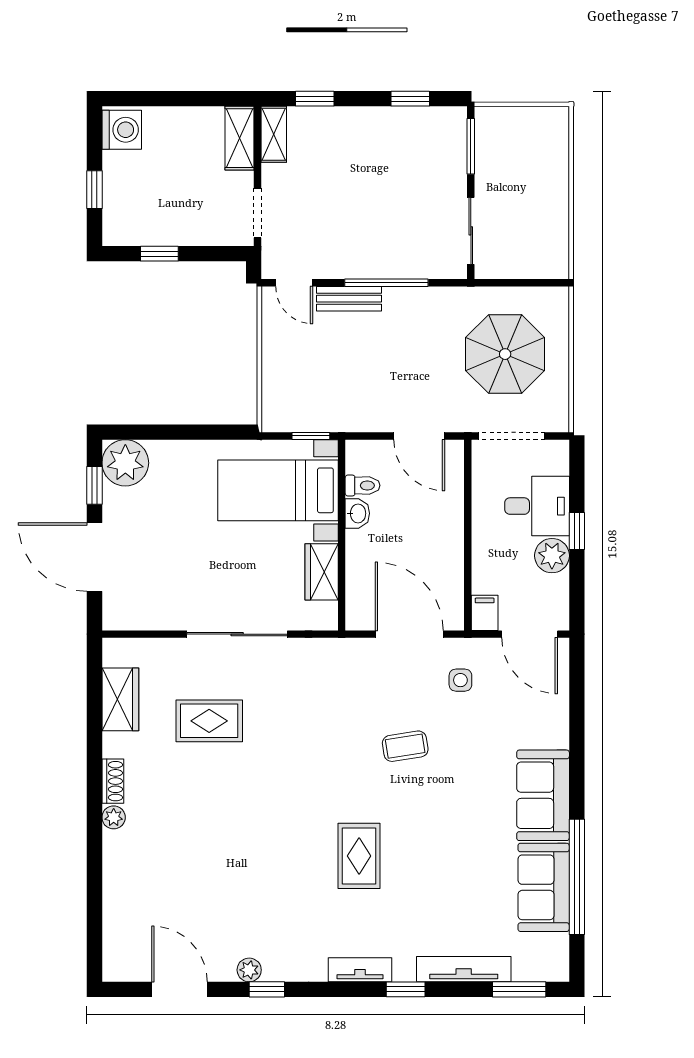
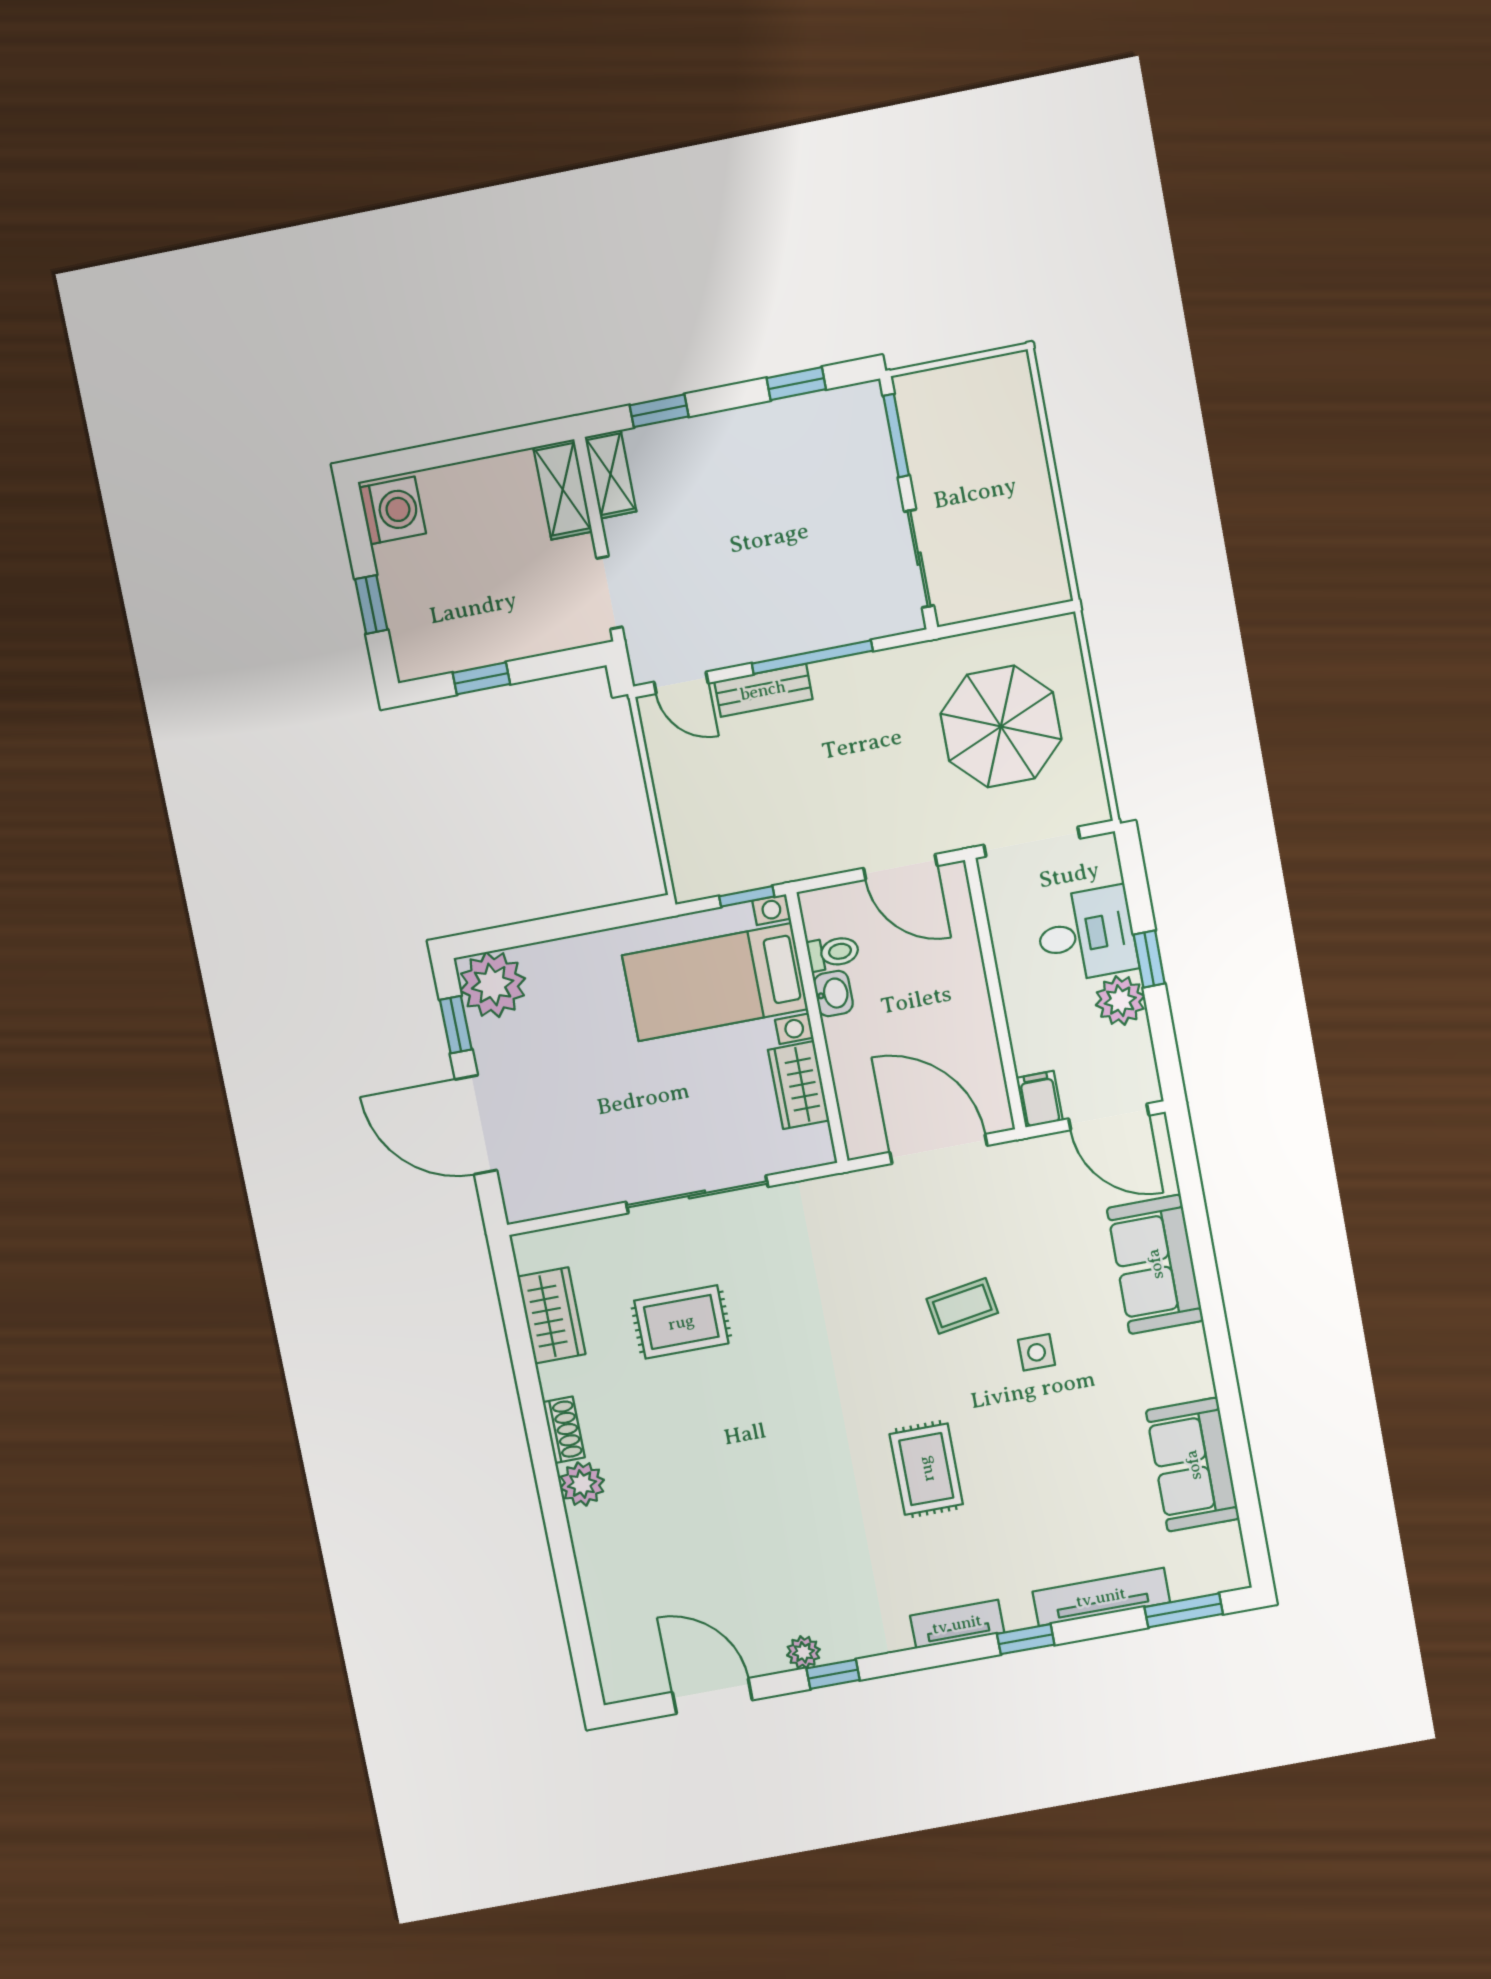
side table: (460, 680) -> (1037, 1352), moved
sofa: (543, 795) -> (1155, 1264), moved
plant: (114, 817) -> (582, 1484), width x1.38, depth x1.38
window: (577, 877) -> (1236, 1442), removed

